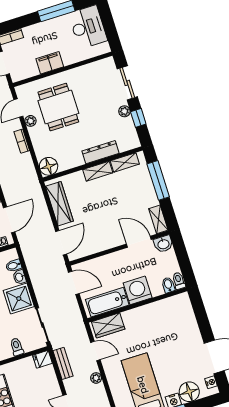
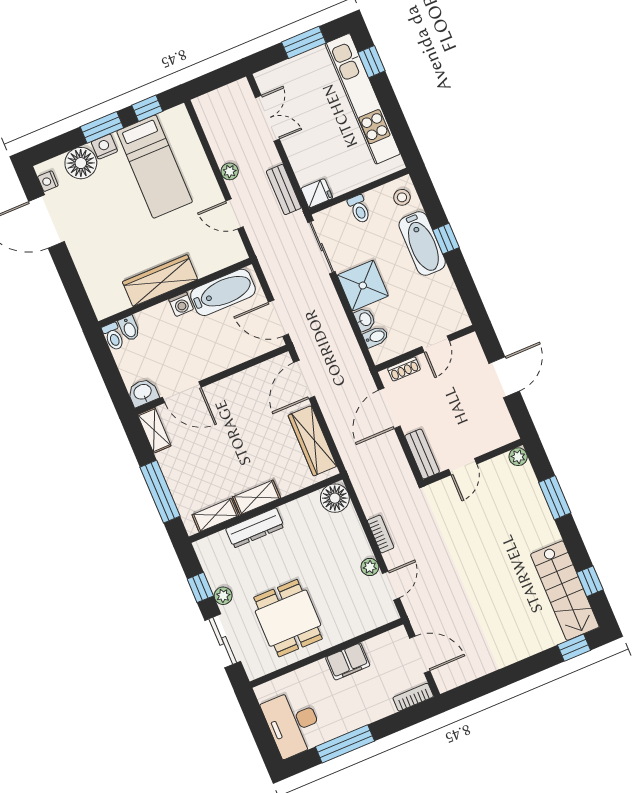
dining table: (58, 107) -> (288, 618), moved
washing machine: (138, 290) -> (181, 304), width x0.53, depth x0.53
wardrobe: (108, 325) -> (160, 281), moved, width x1.50

